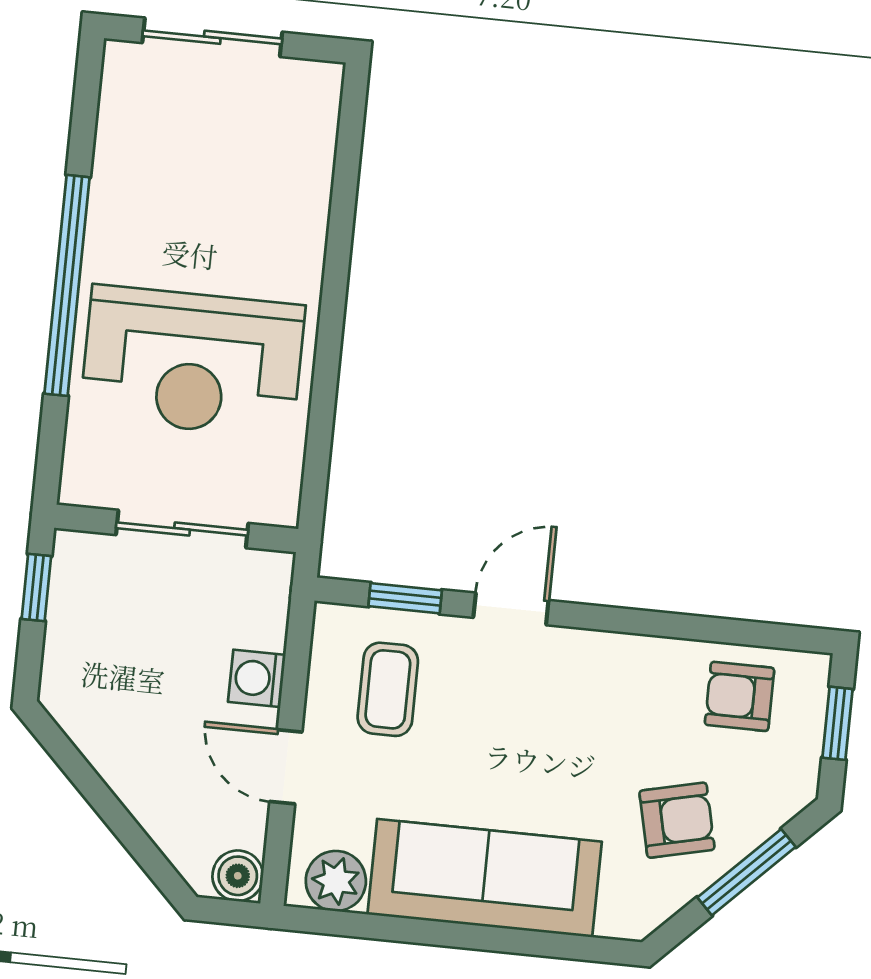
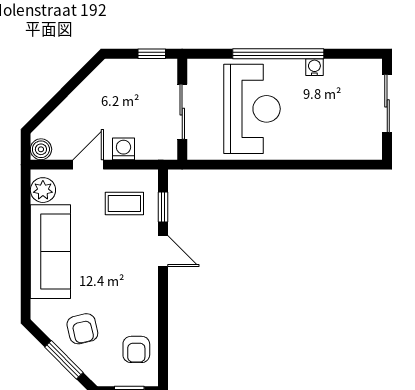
water cooler: (108, 202) -> (314, 67), added
reception desk: (192, 362) -> (252, 109), turned 180
armchair: (740, 696) -> (136, 349), turned 180

